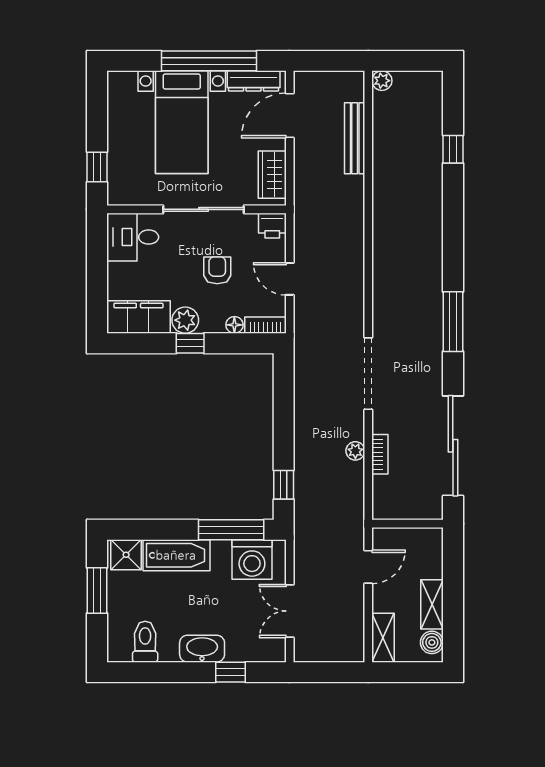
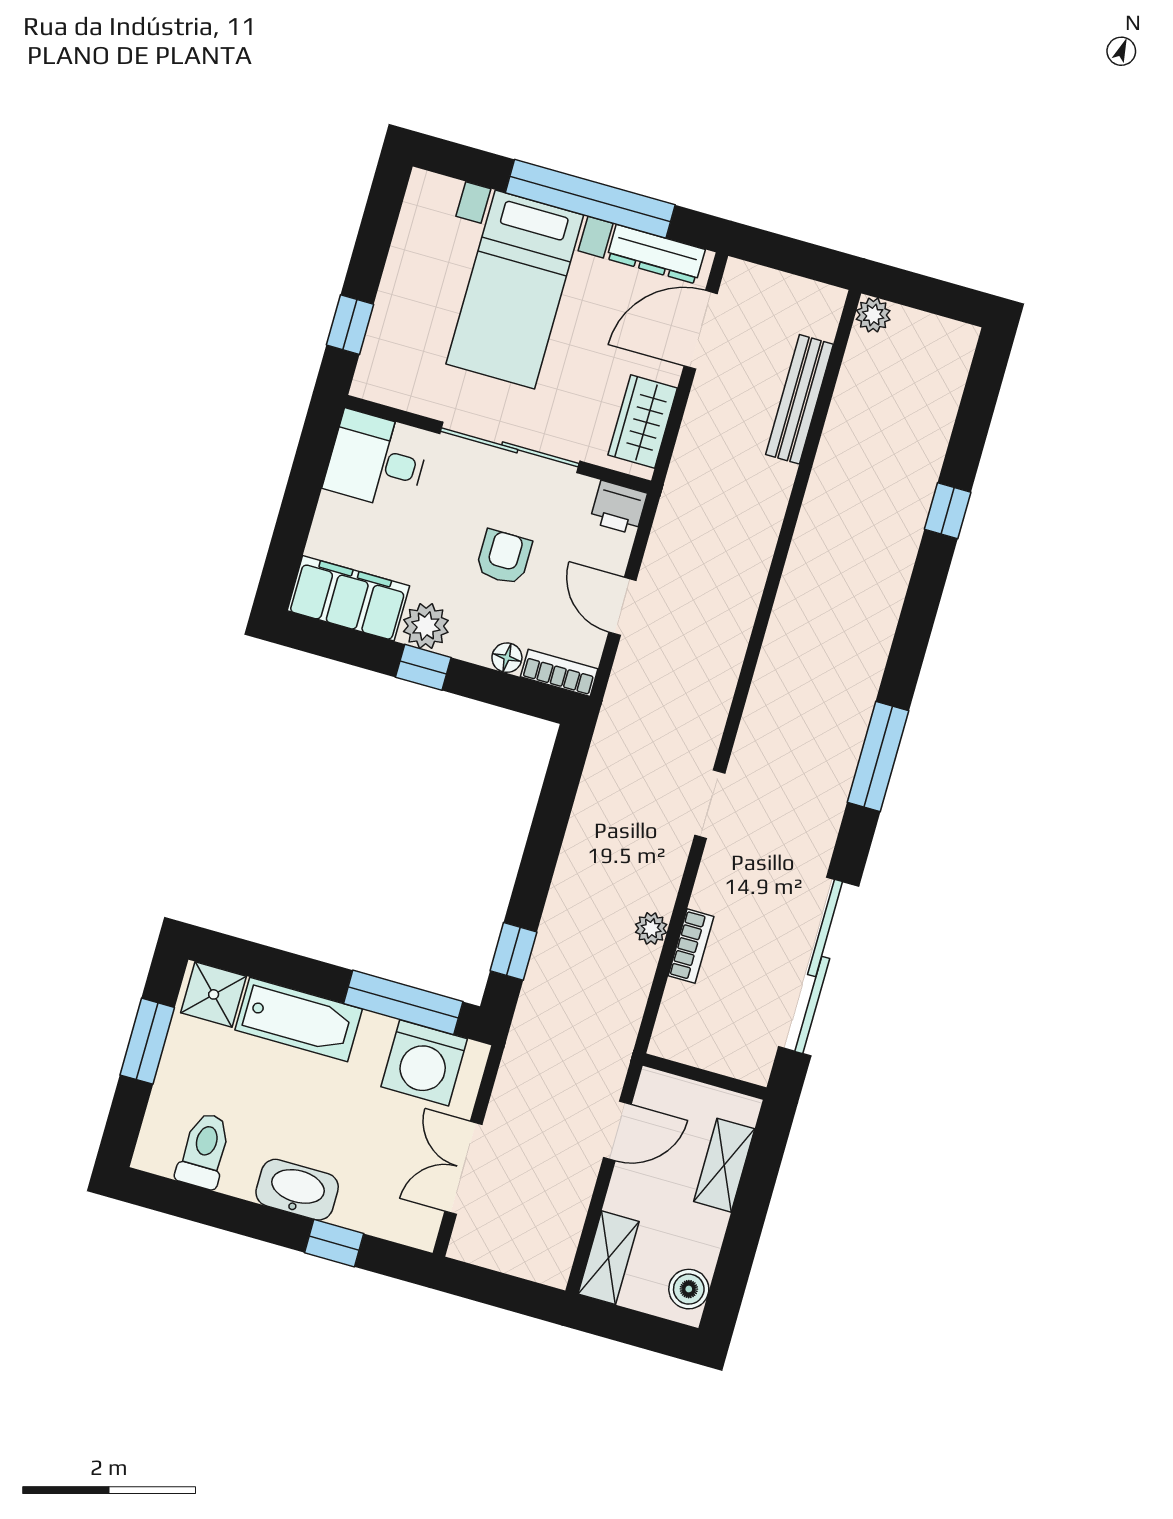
window: (453, 149) -> (948, 511), moved
doorway: (368, 374) -> (710, 804), width x0.53
shelving: (432, 604) -> (724, 1165), moved

